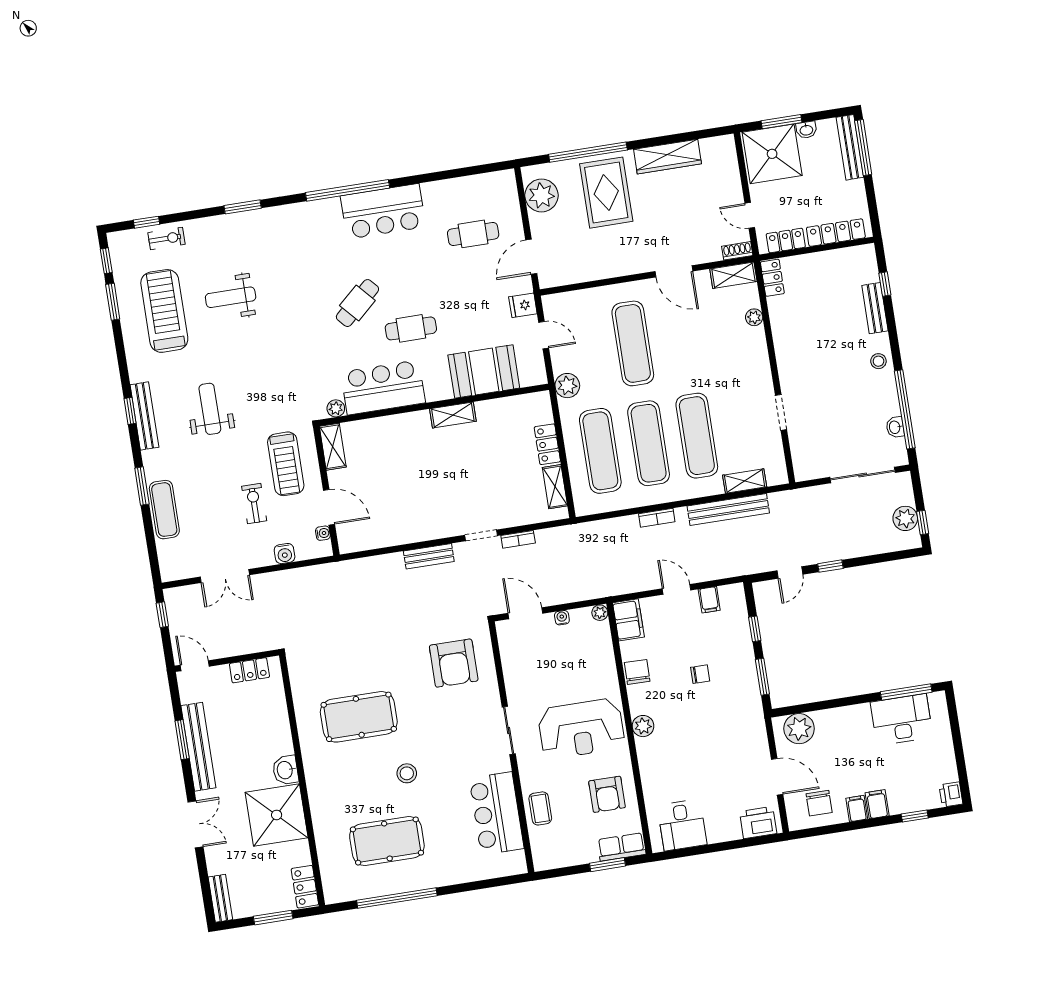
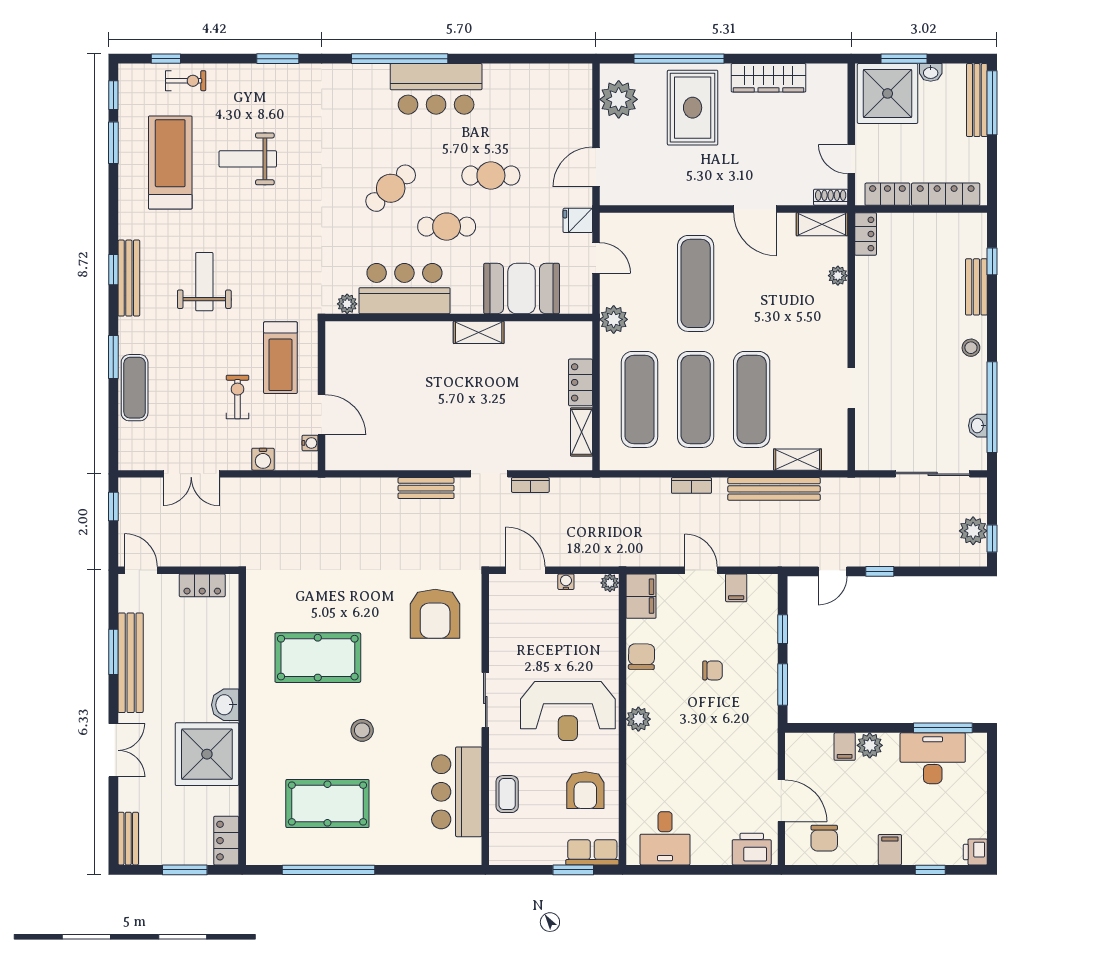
cafe table: (473, 234) -> (491, 176), moved
shelving: (333, 447) -> (337, 347), removed
plant: (799, 729) -> (870, 745), moved, width x0.73, depth x0.73
filing cabinet: (857, 809) -> (845, 747), moved, turned 180

